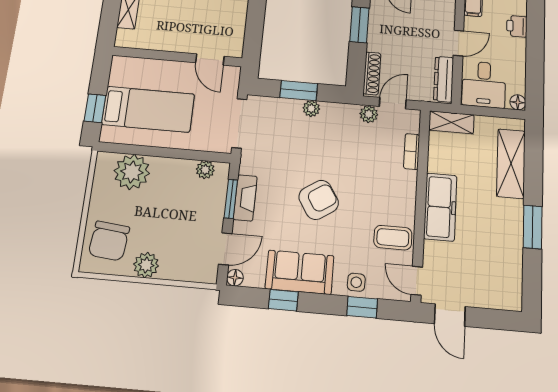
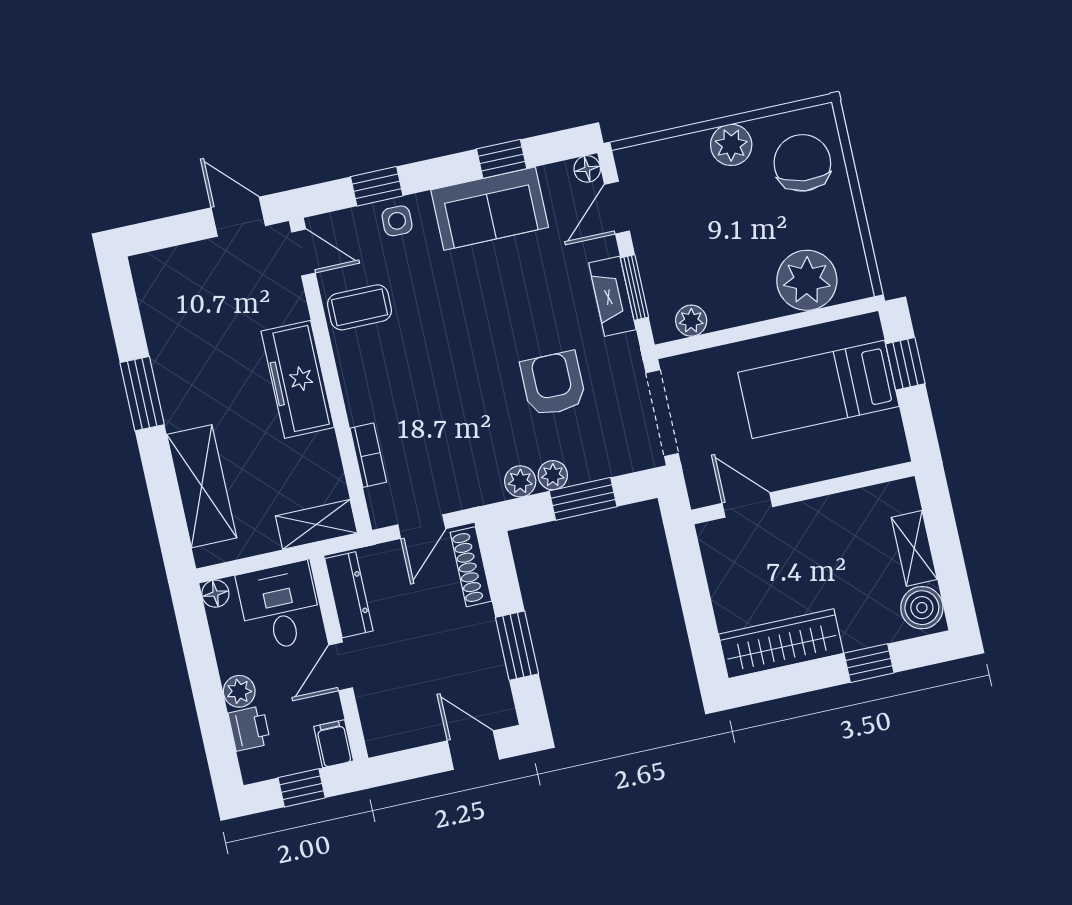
plant: (518, 47) -> (239, 691), added
plant: (369, 114) -> (520, 481), moved
armchair: (319, 200) -> (553, 384), moved, turned 123

